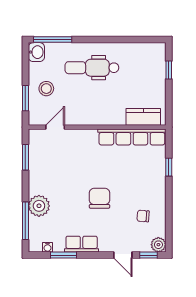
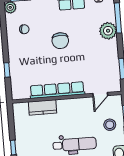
kitchen counter: (143, 117) -> (43, 107), moved
row of seats: (132, 137) -> (57, 90), moved

